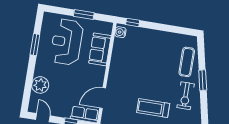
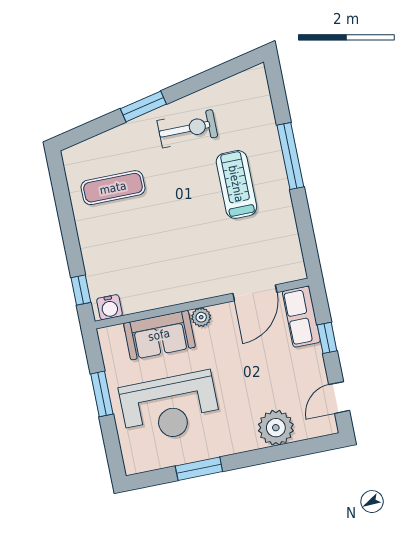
exercise mat: (187, 62) -> (113, 188), moved
plant: (101, 71) -> (201, 317), added
door: (103, 98) -> (255, 293), hinge flipped
treadmill: (153, 108) -> (236, 184), turned 180

